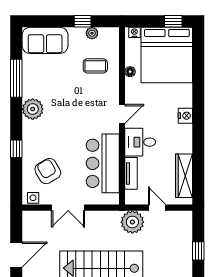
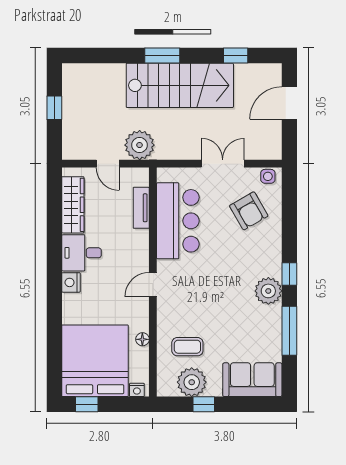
plant: (92, 33) -> (192, 382), width x1.88, depth x1.88
desk: (140, 142) -> (82, 253), moved, turned 180
window: (16, 149) -> (289, 274), moved

